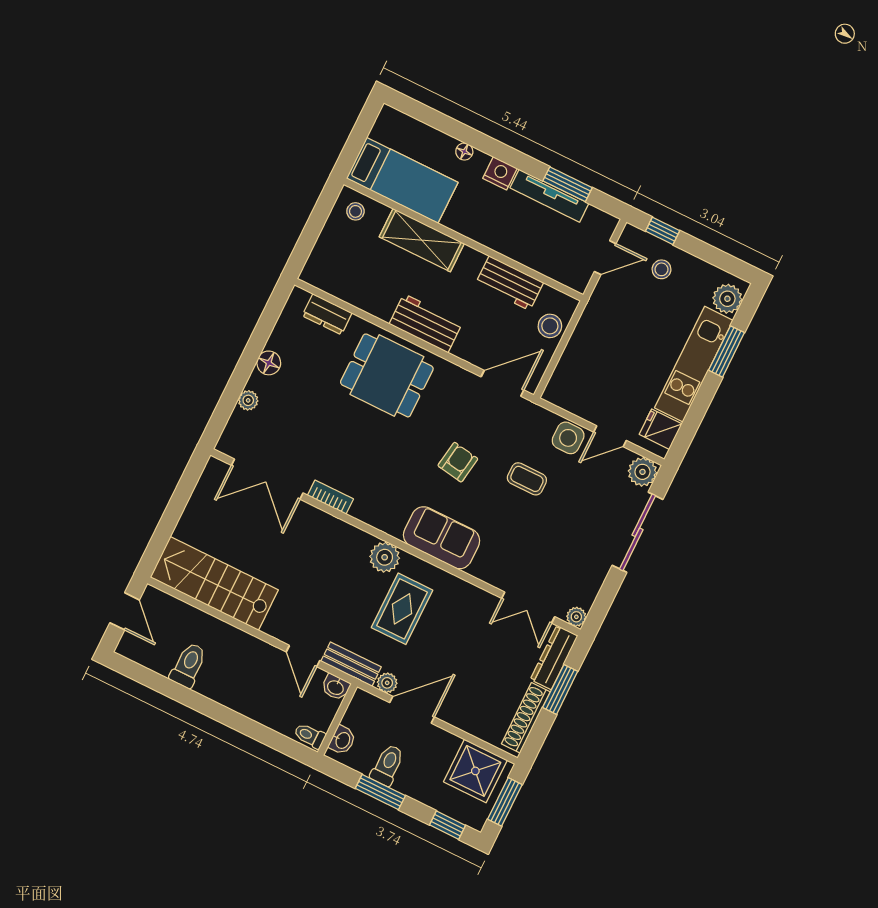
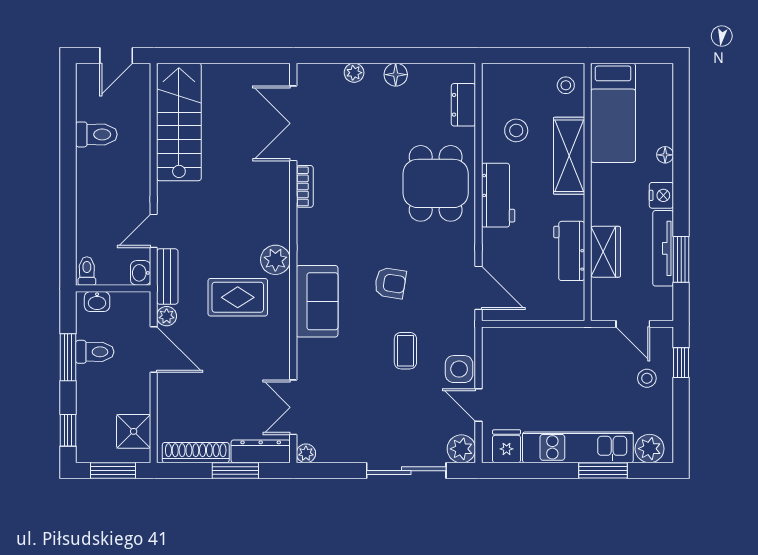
wardrobe: (527, 250) -> (605, 252), added
stool: (550, 326) -> (516, 130), moved
shower: (475, 771) -> (134, 431), width x0.73, depth x0.73

